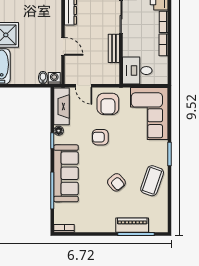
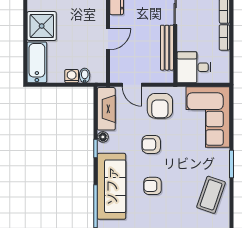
door: (63, 46) -> (108, 39), hinge flipped
bench: (114, 48) -> (167, 48), width x1.36
washing machine: (54, 78) -> (72, 76), moved
armchair: (116, 182) -> (153, 186), moved, turned 131

